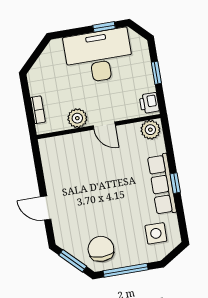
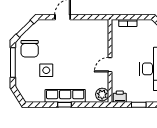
plant: (77, 118) -> (118, 48), removed
side table: (156, 233) -> (46, 70), moved
chair: (101, 249) -> (30, 49), turned 90

